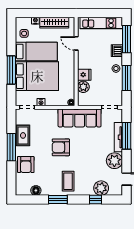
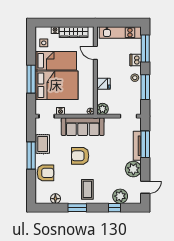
plant: (83, 87) -> (102, 109), moved
sofa: (80, 118) -> (83, 127), moved
armchair: (26, 165) -> (45, 173), turned -90

